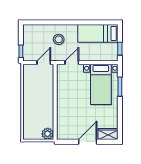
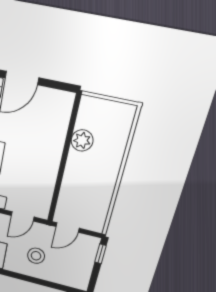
plant: (48, 134) -> (82, 140), moved

